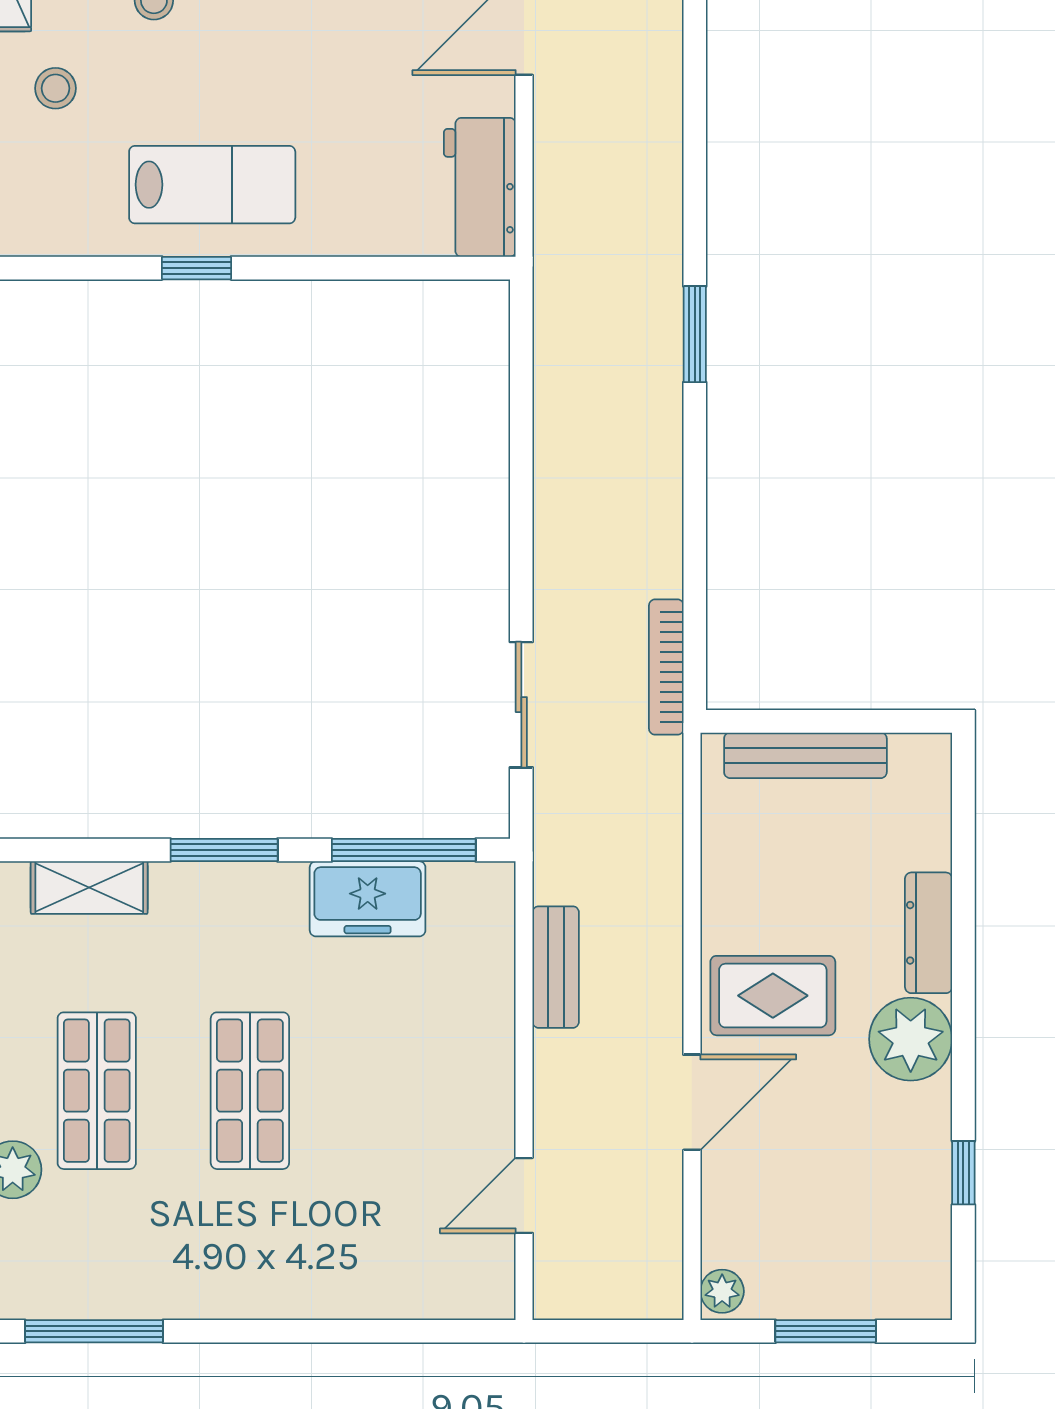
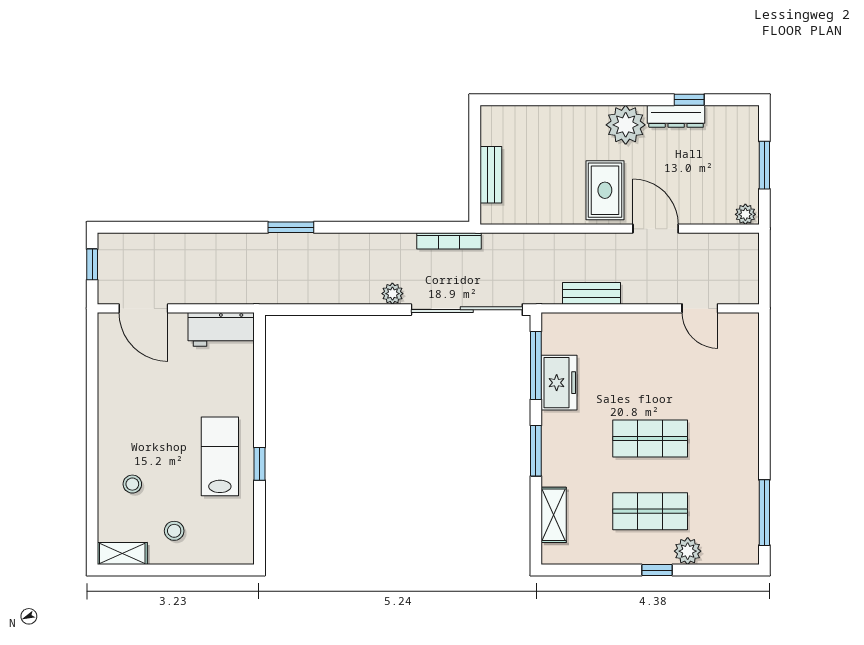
plant: (555, 548) -> (392, 294), added
sliding door: (521, 705) -> (467, 310), width x1.86
bench: (805, 755) -> (491, 175), width x0.73
dresser: (929, 933) -> (676, 116), moved

